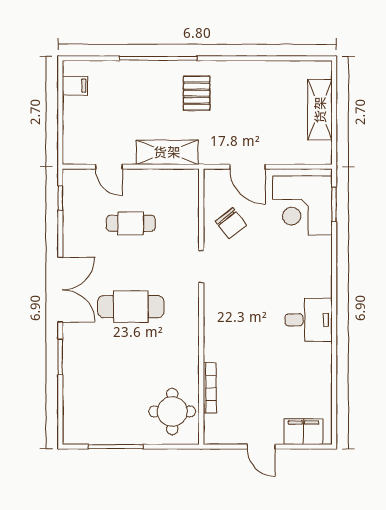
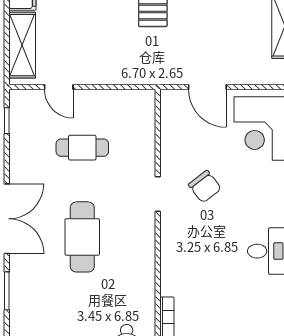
shelving: (167, 152) -> (22, 45), moved, turned 90
chair: (231, 223) -> (205, 187), moved
cafe table: (131, 307) -> (82, 237), turned 90

